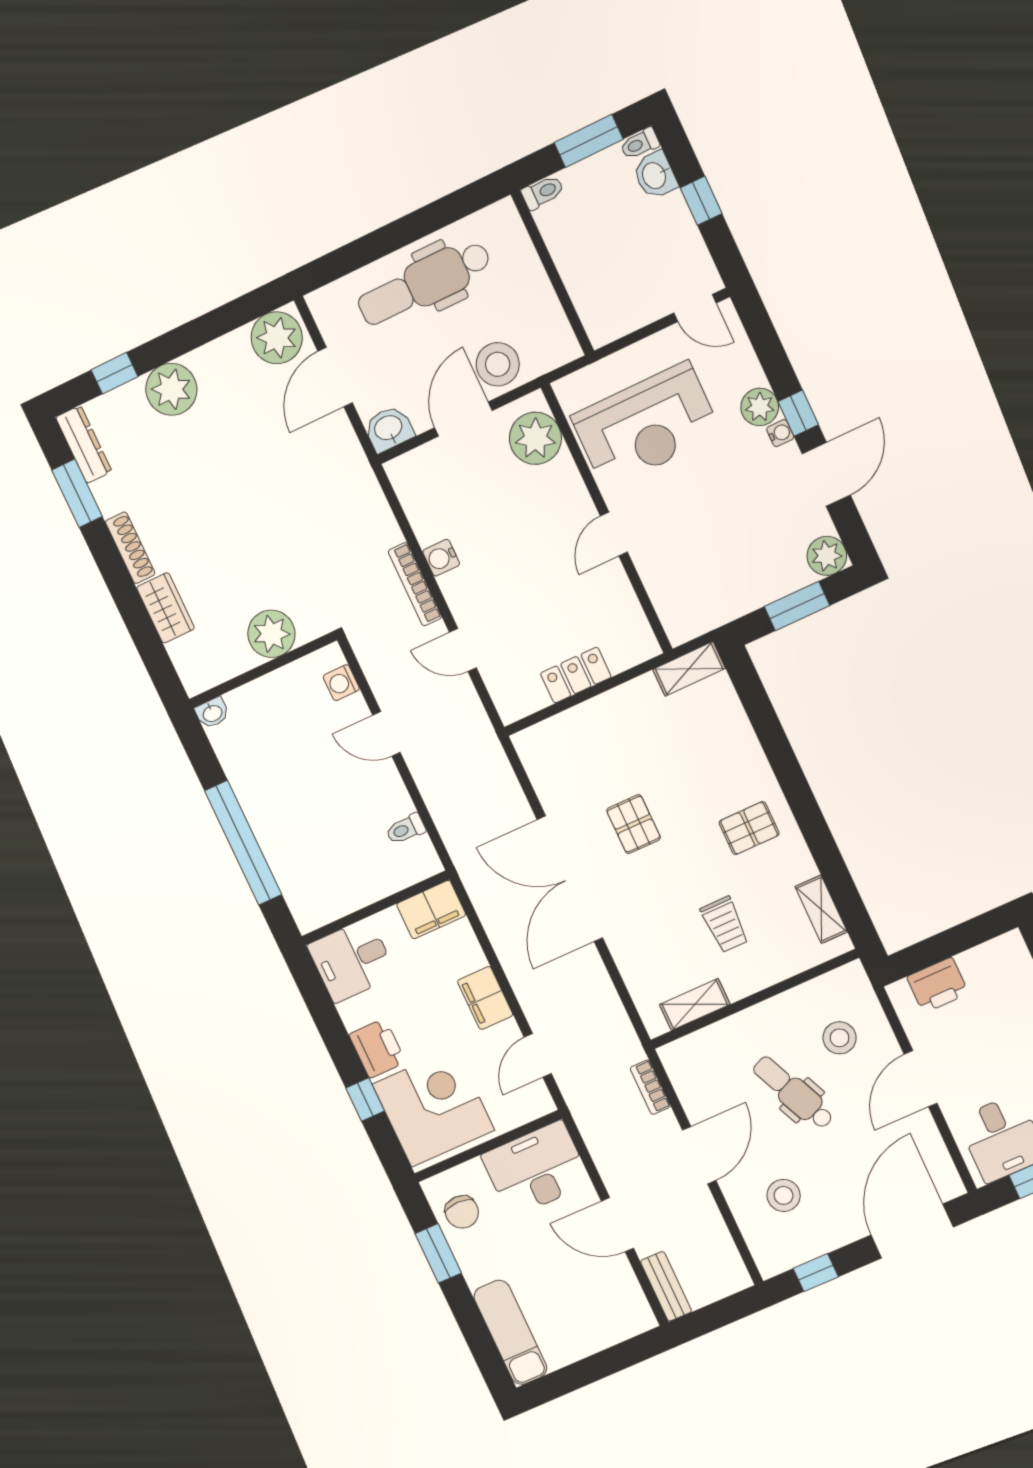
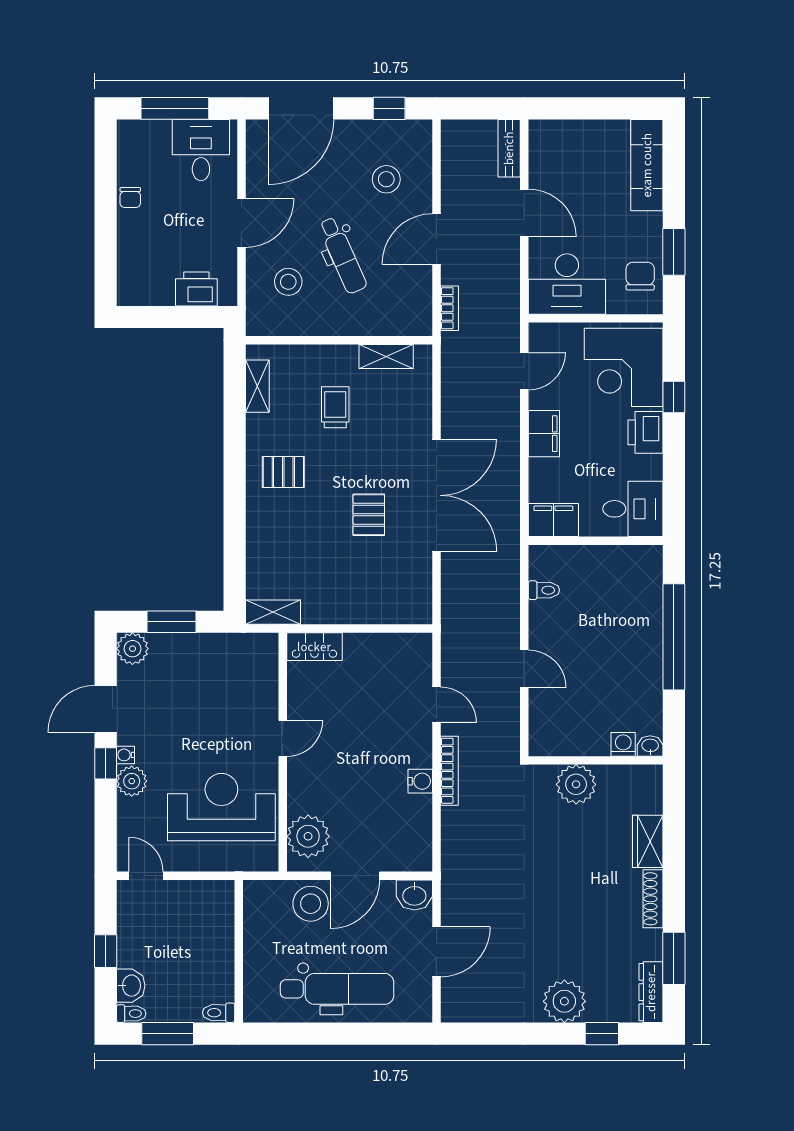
plant: (277, 338) -> (466, 1001), removed
locker: (576, 675) -> (314, 647), moved
washing machine: (341, 683) -> (623, 744), moved, turned -90

